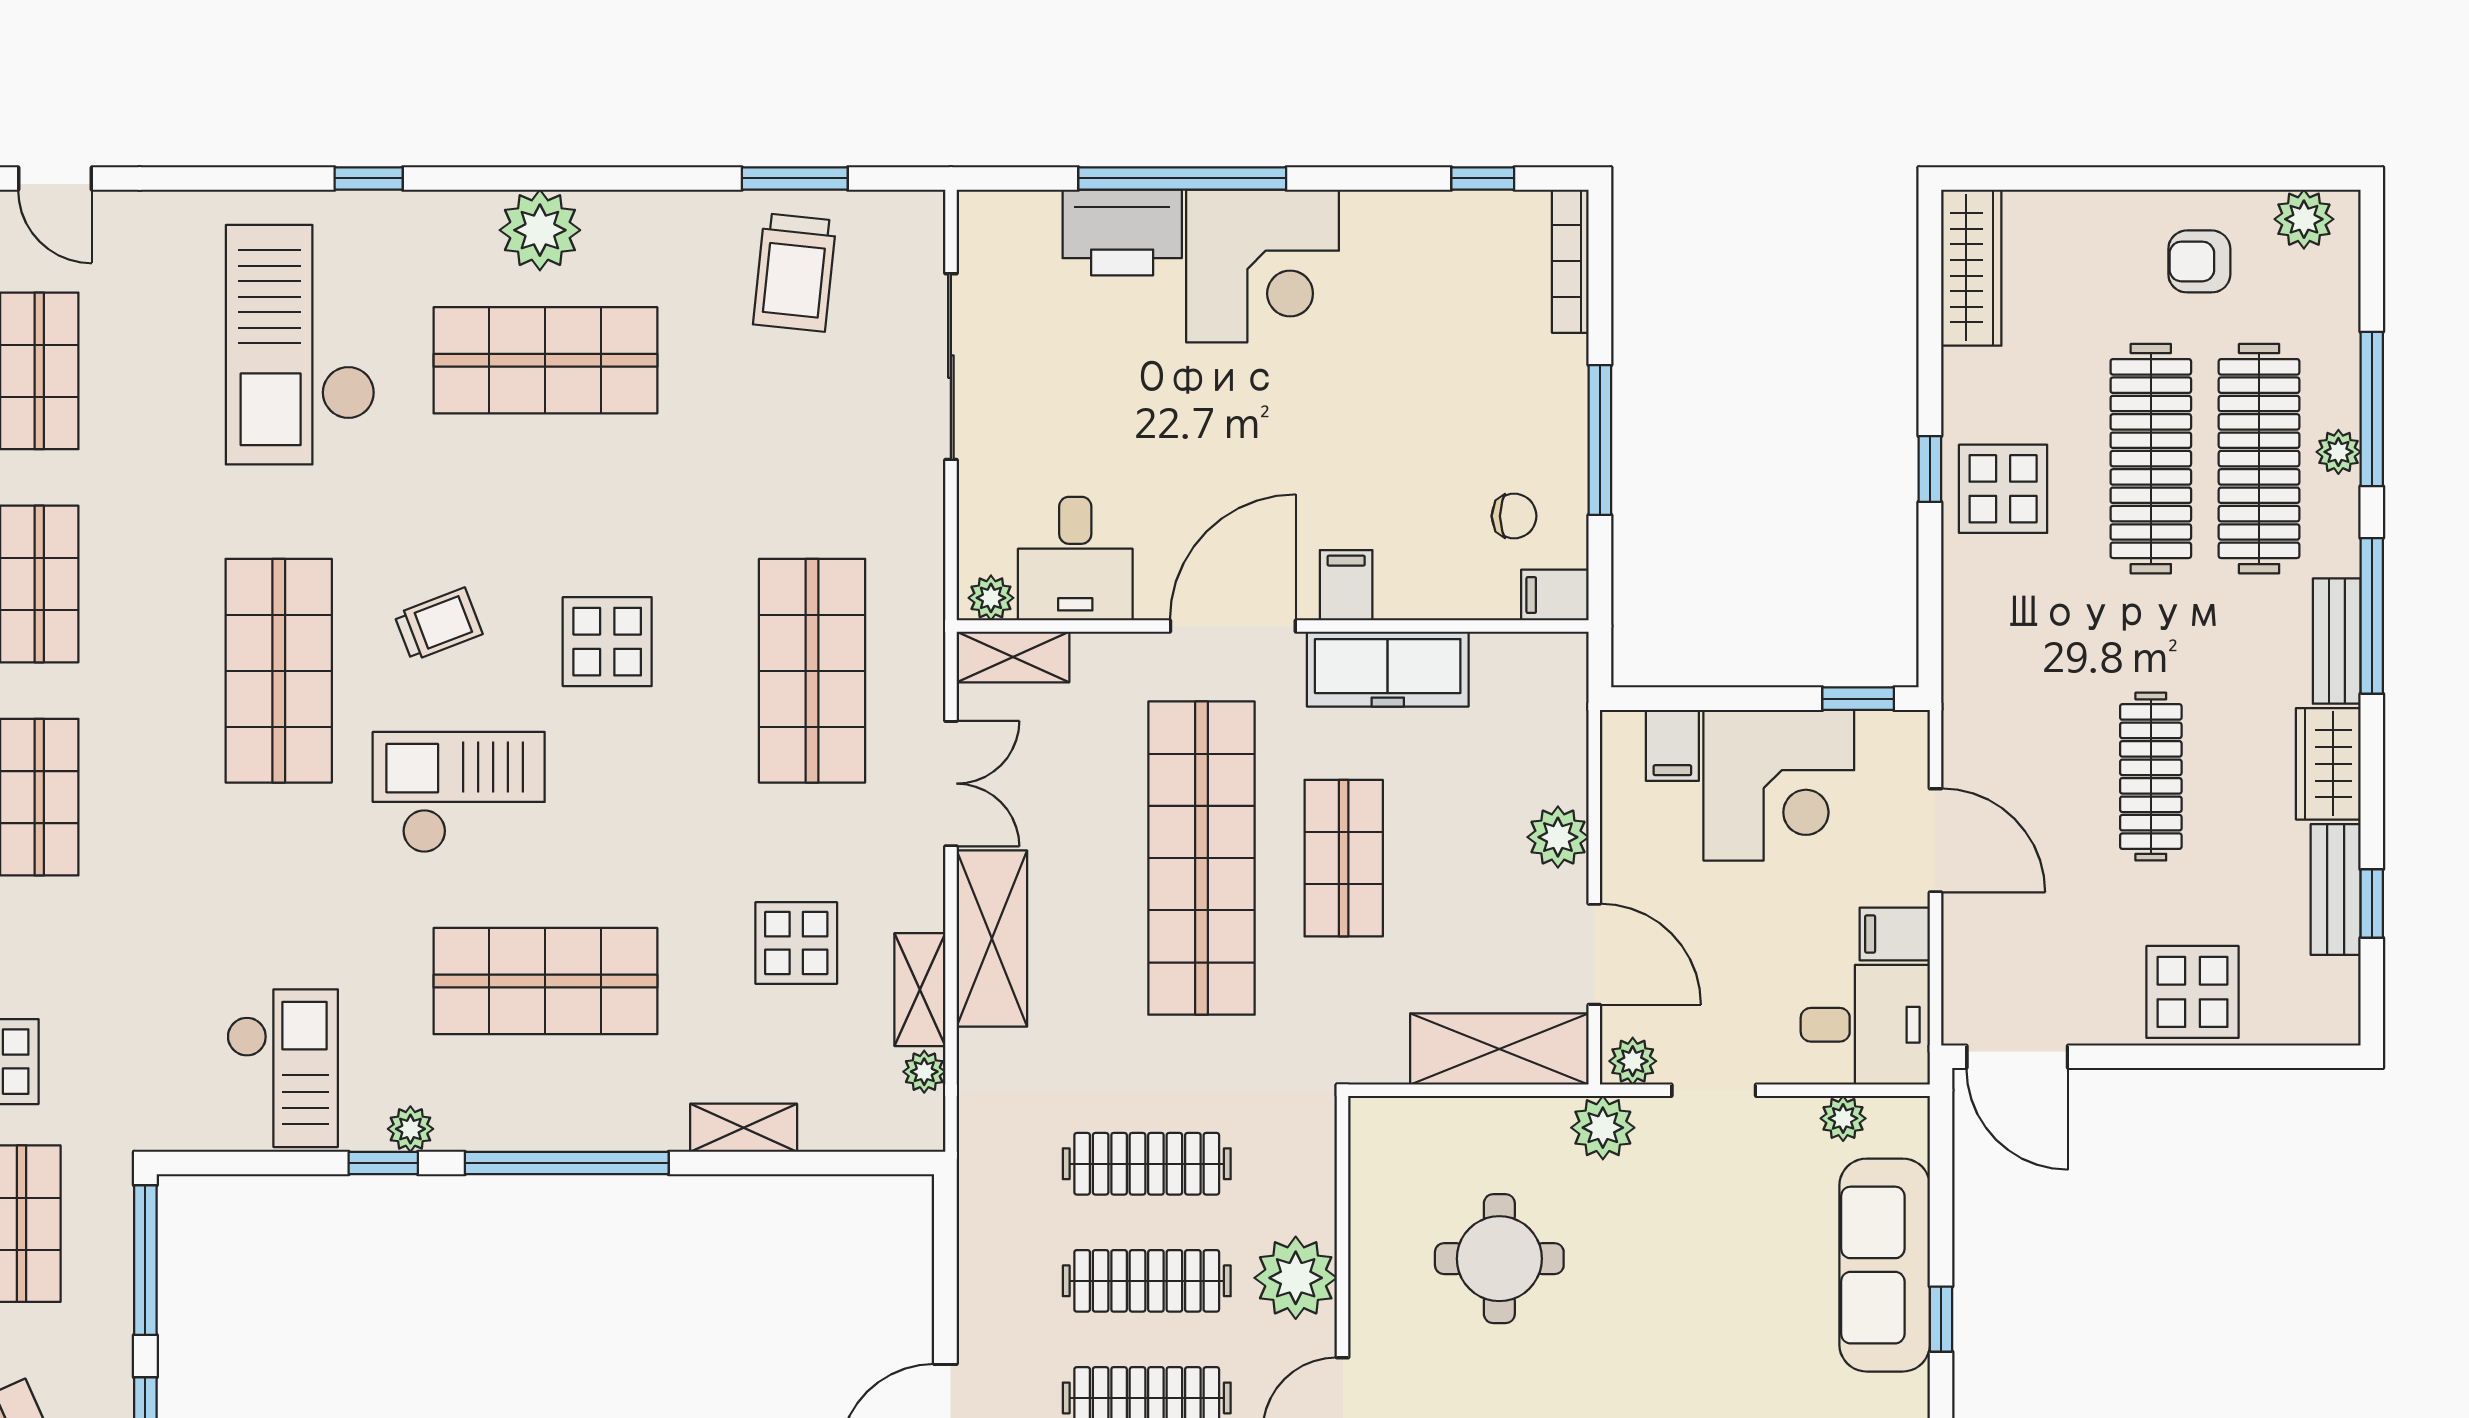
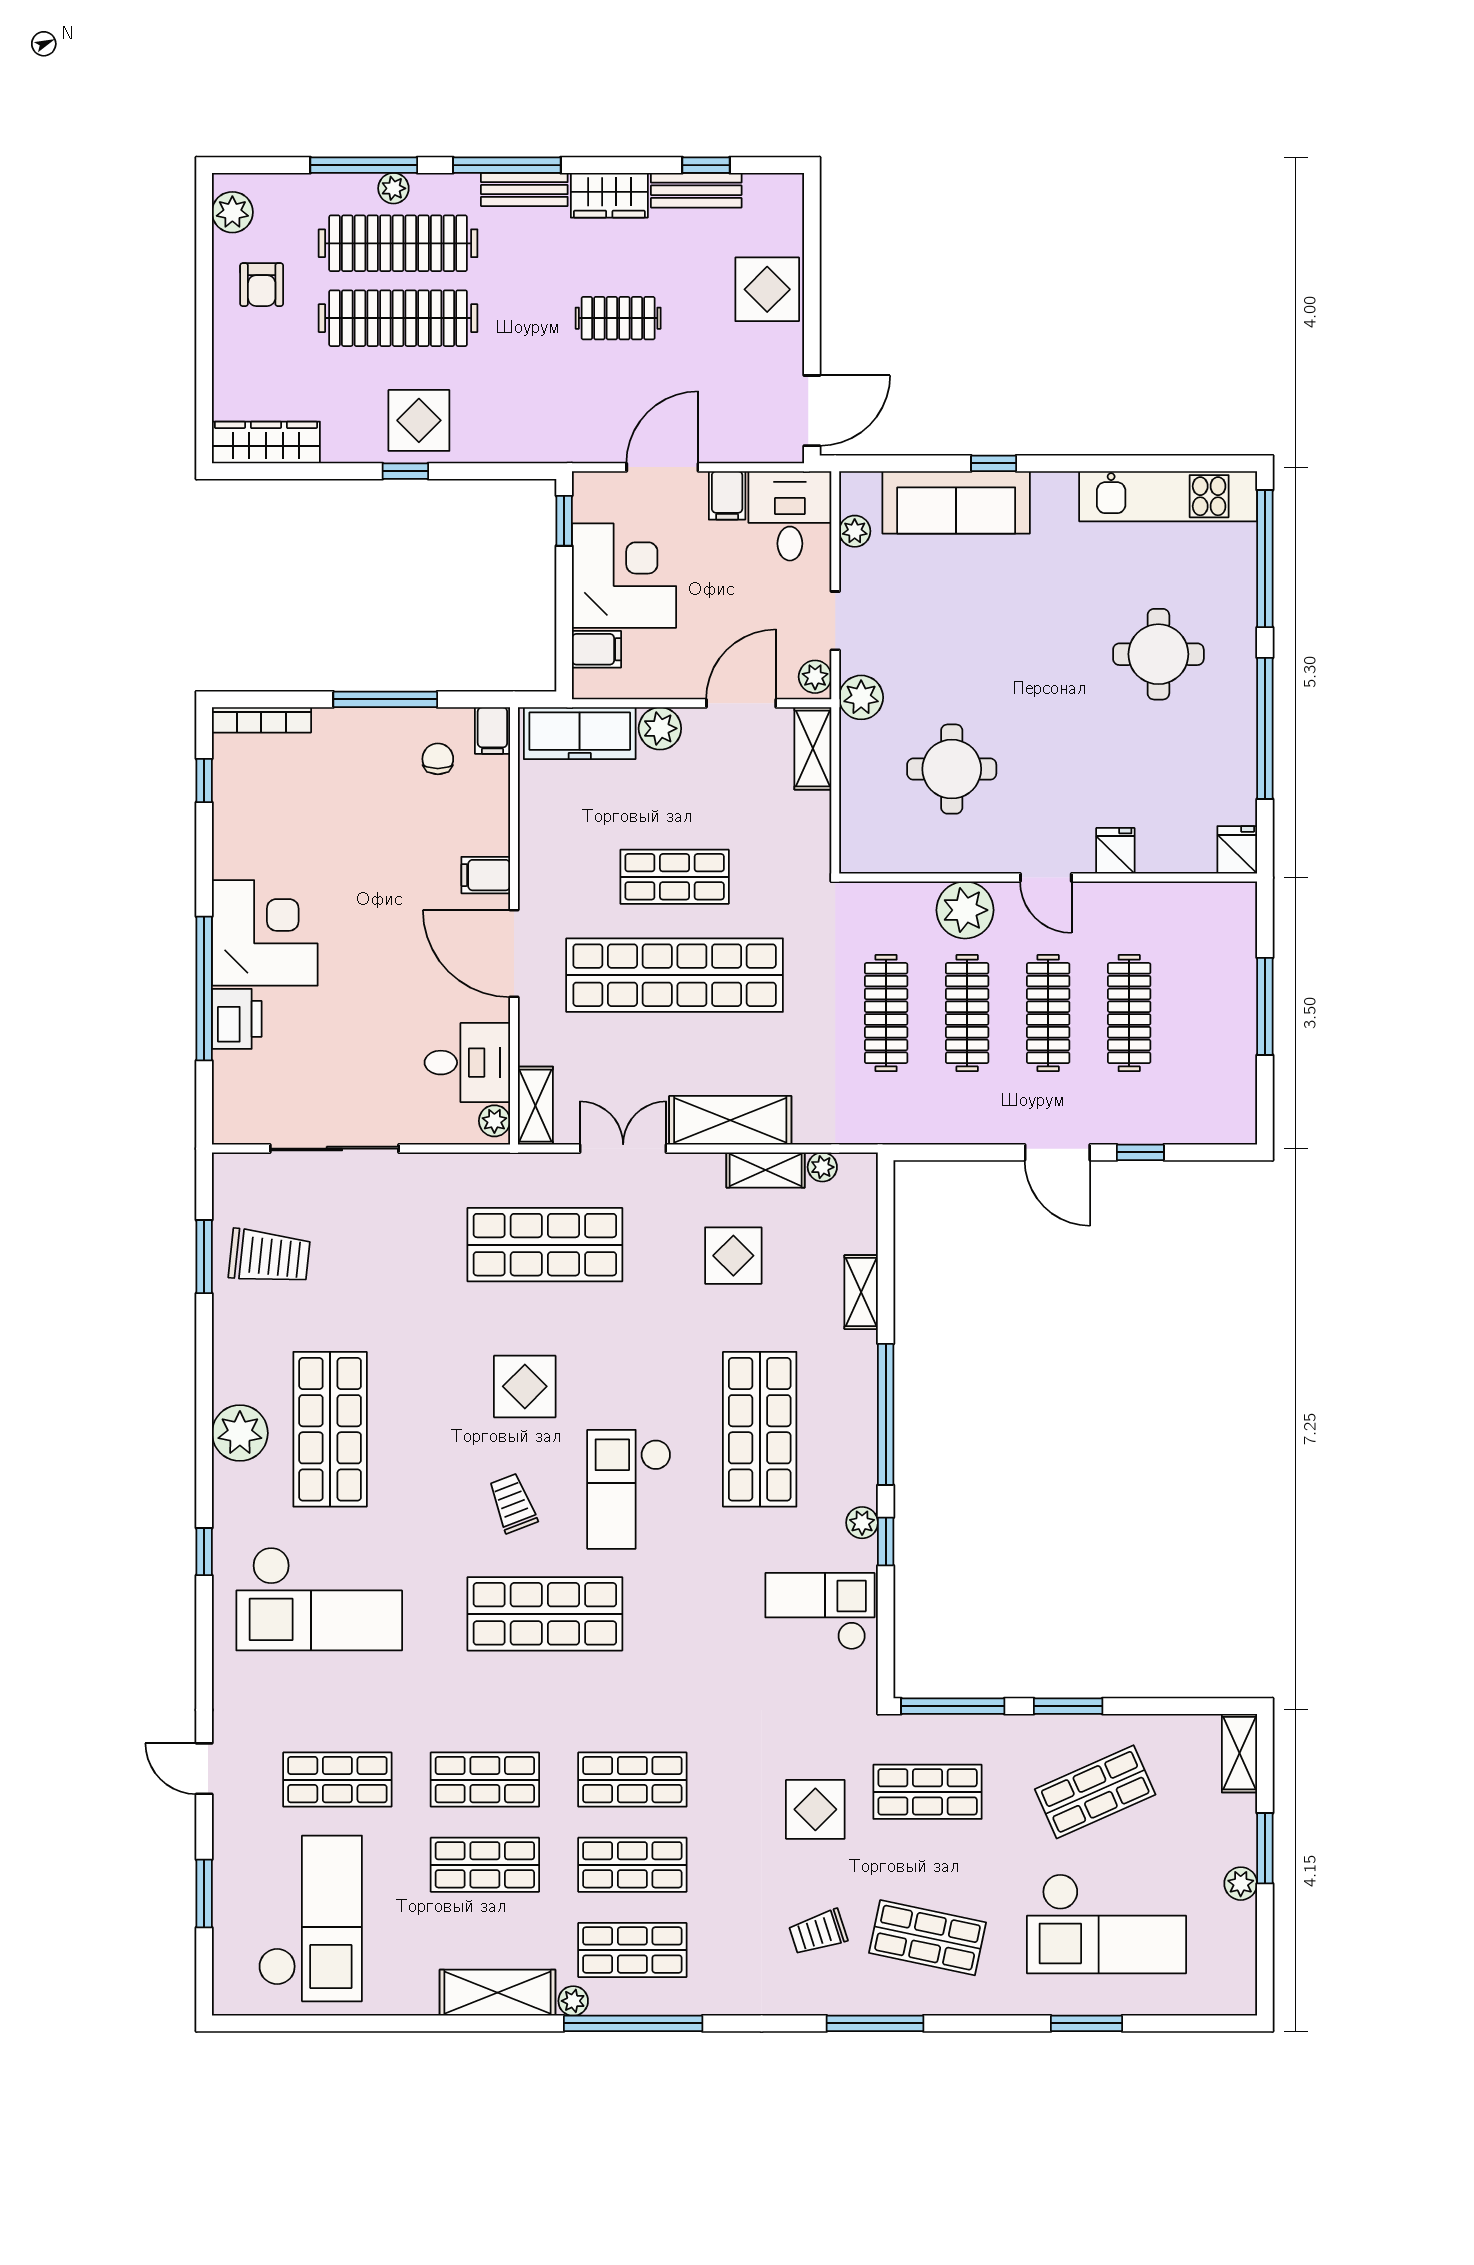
door: (55, 178) -> (204, 1769), swing flipped
printer: (1122, 232) -> (237, 1019), width x0.73, depth x0.84
freezer: (1388, 669) -> (580, 733), moved, turned 90
clothes rail: (2151, 777) -> (618, 318), width x0.73
shelving: (1499, 1049) -> (813, 748), width x0.67, depth x0.75

